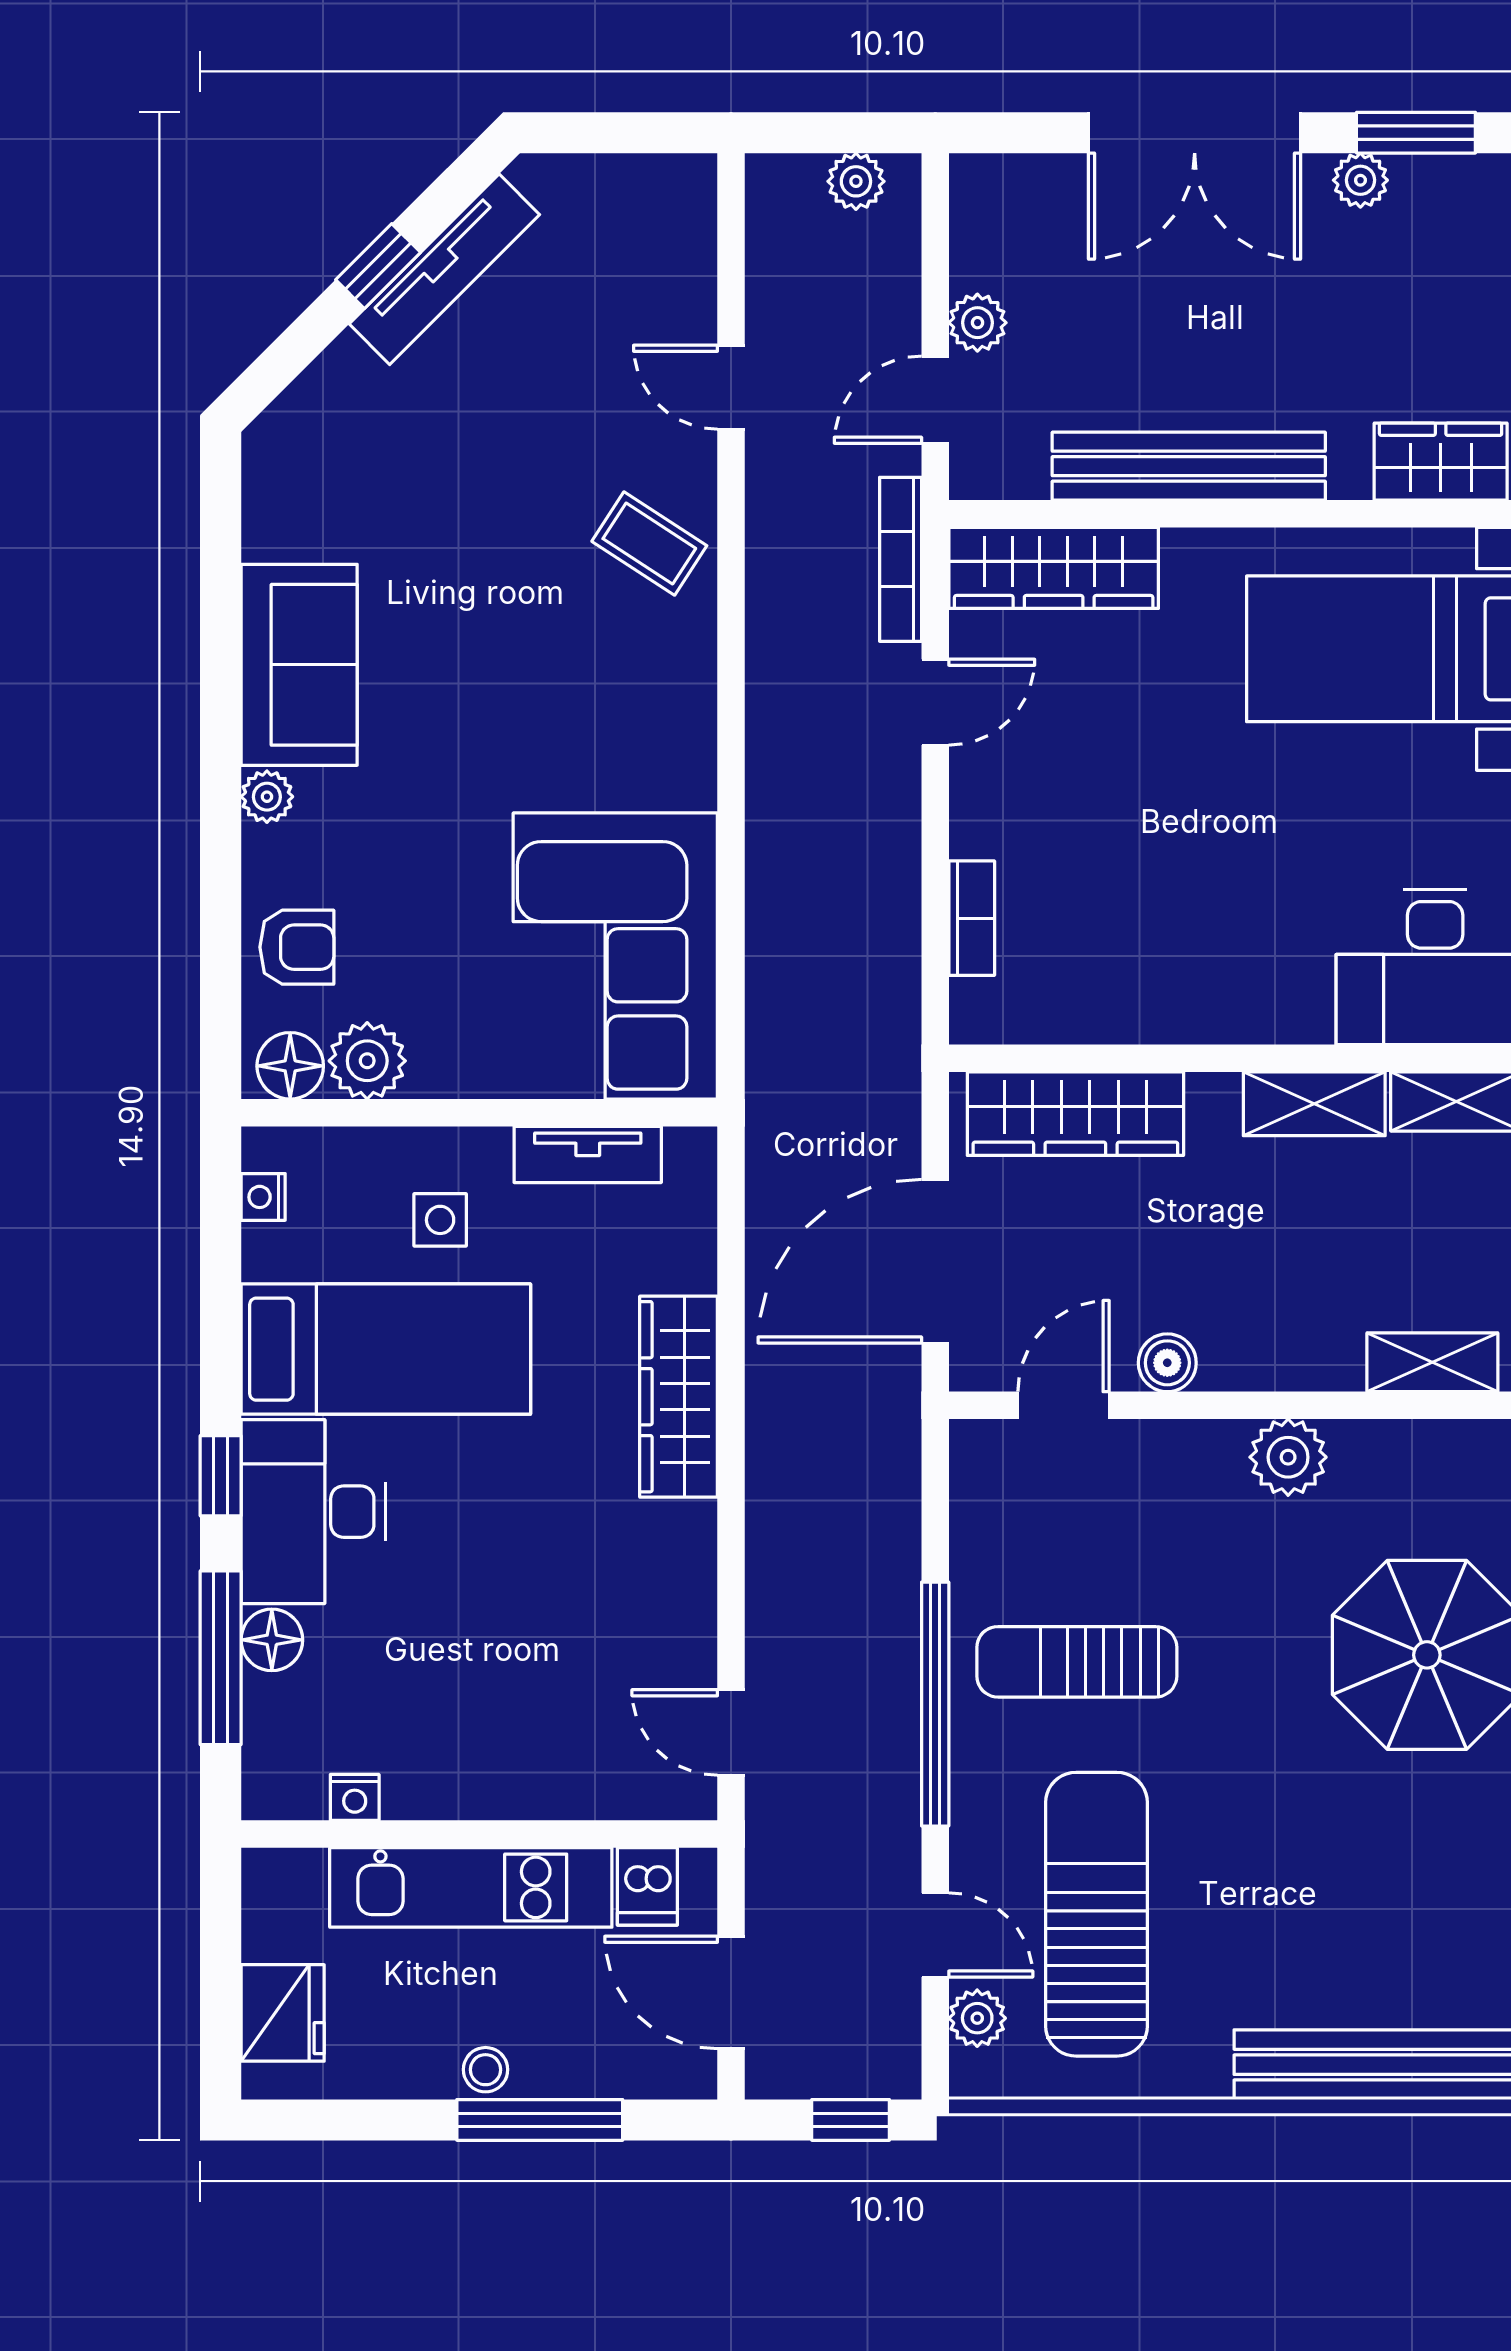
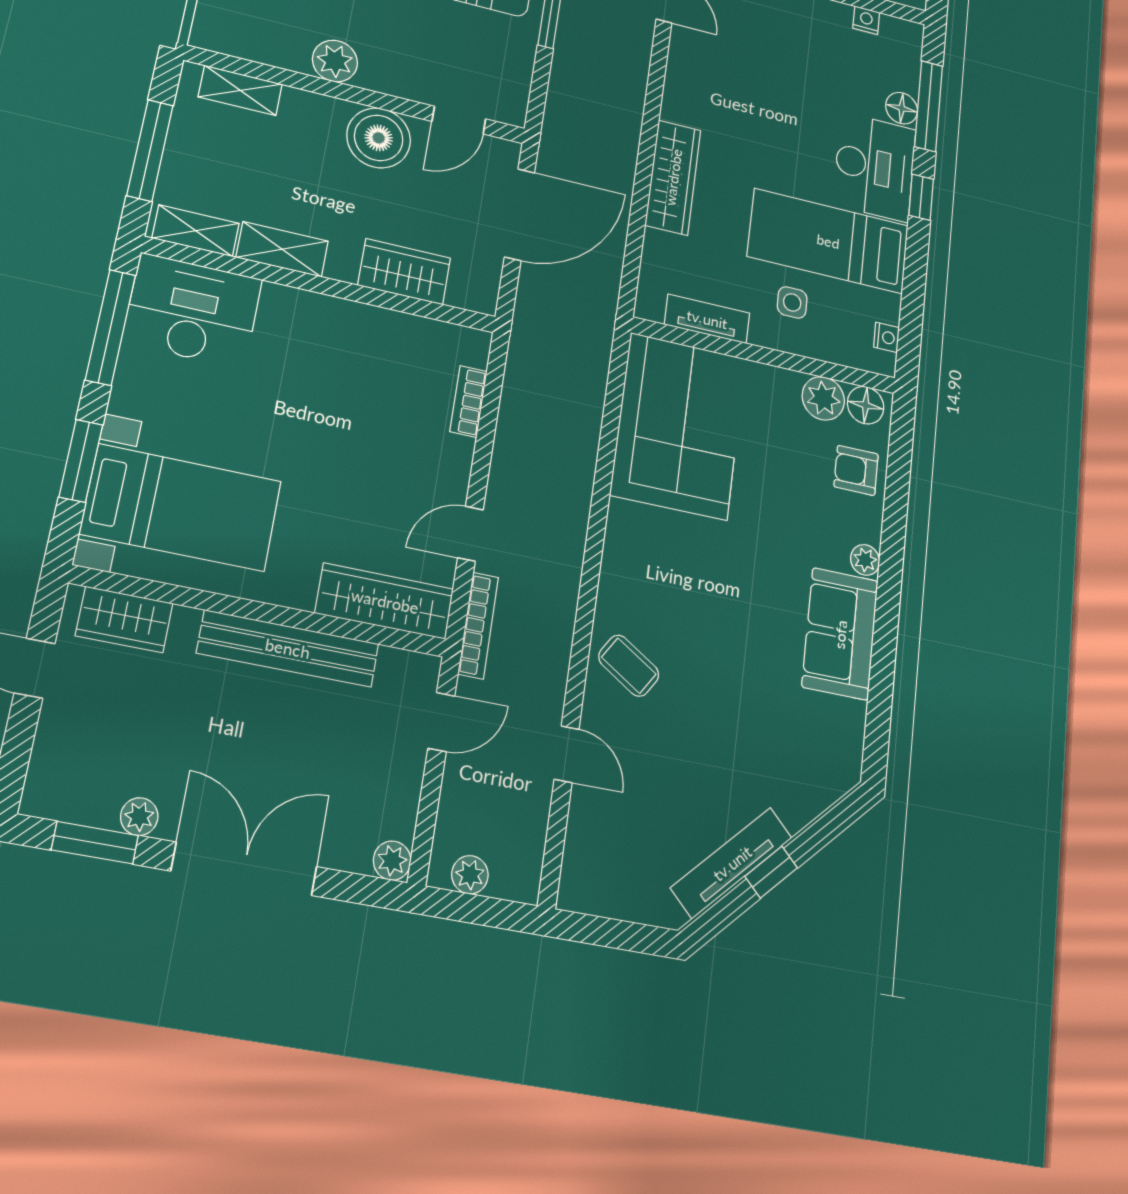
plant: (977, 323) -> (392, 861), moved
wardrobe: (1075, 1114) -> (404, 272), width x0.67
boiler: (1167, 1363) -> (379, 138), width x1.86, depth x1.86

